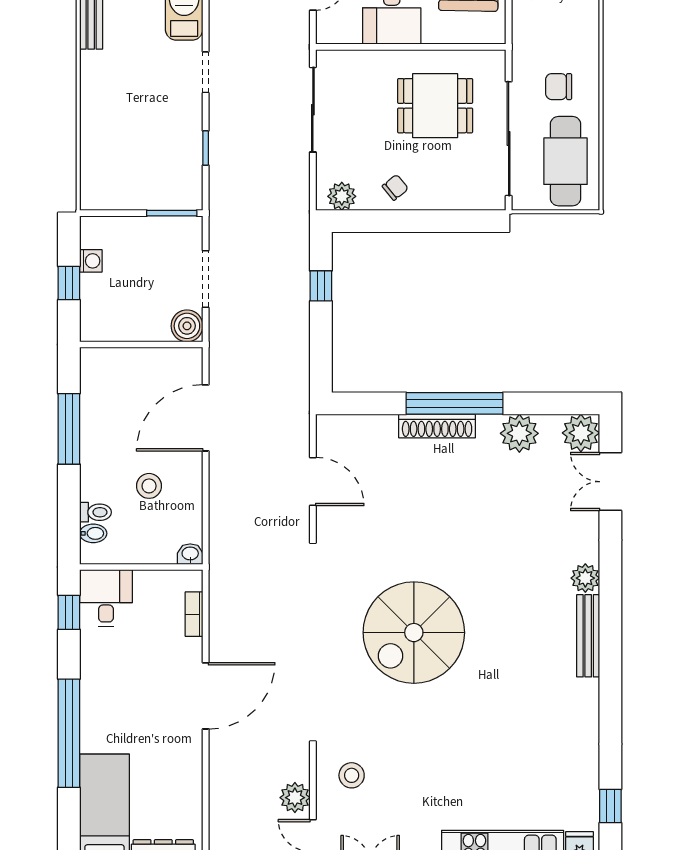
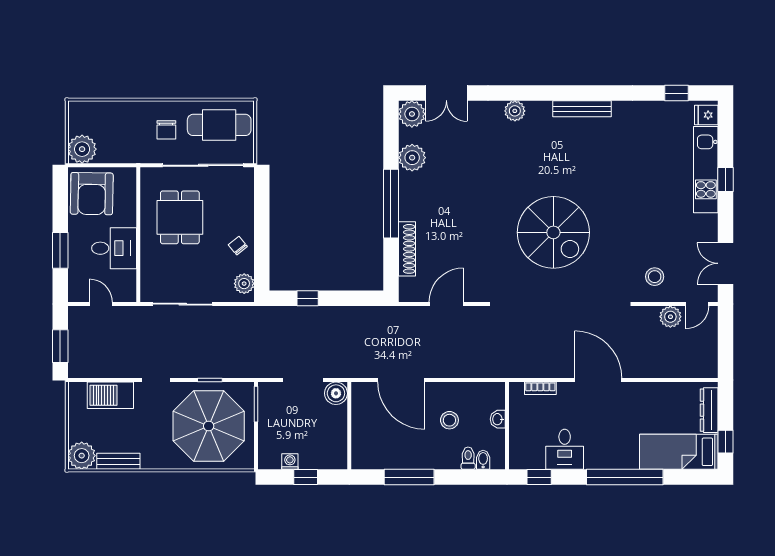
parasol: (141, 146) -> (209, 426), added
shoe rack: (437, 426) -> (407, 249), moved
washbasin: (190, 554) -> (498, 419), moved
desk: (106, 598) -> (565, 449), moved, turned -90
bench: (588, 636) -> (582, 109), moved

